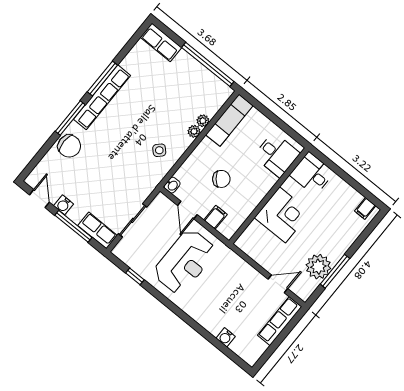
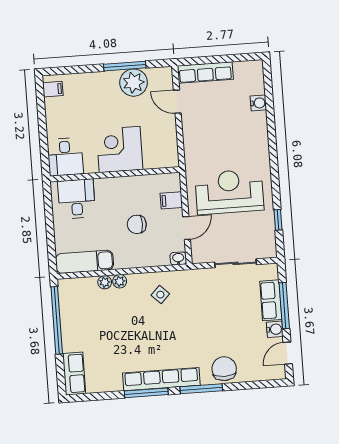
chair: (221, 179) -> (137, 224), turned -50
row of seats: (98, 230) -> (271, 300), moved

